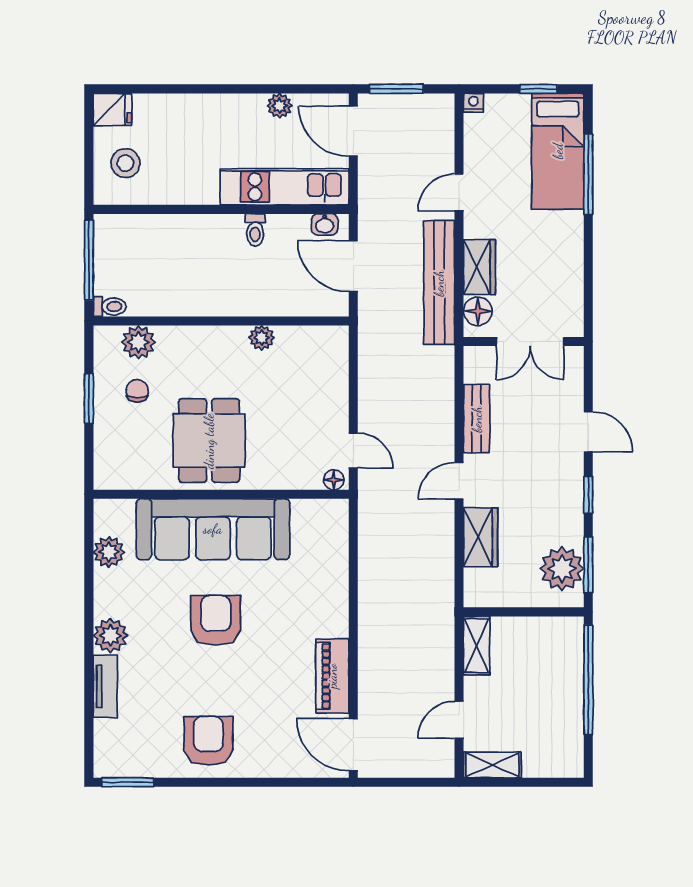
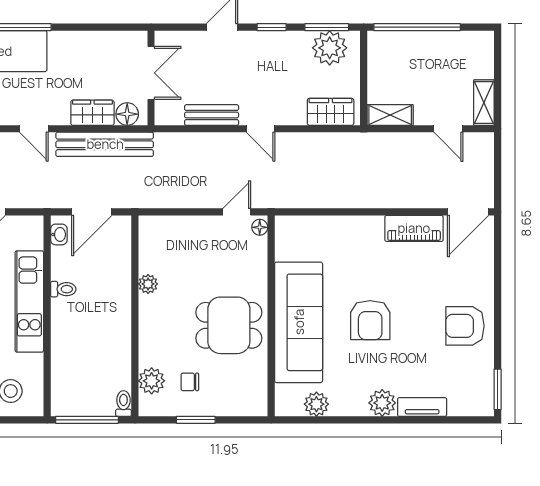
kitchen unit: (284, 187) -> (29, 301), moved
wardrobe: (481, 537) -> (331, 112), moved
armchair: (216, 620) -> (370, 320), turned -90

